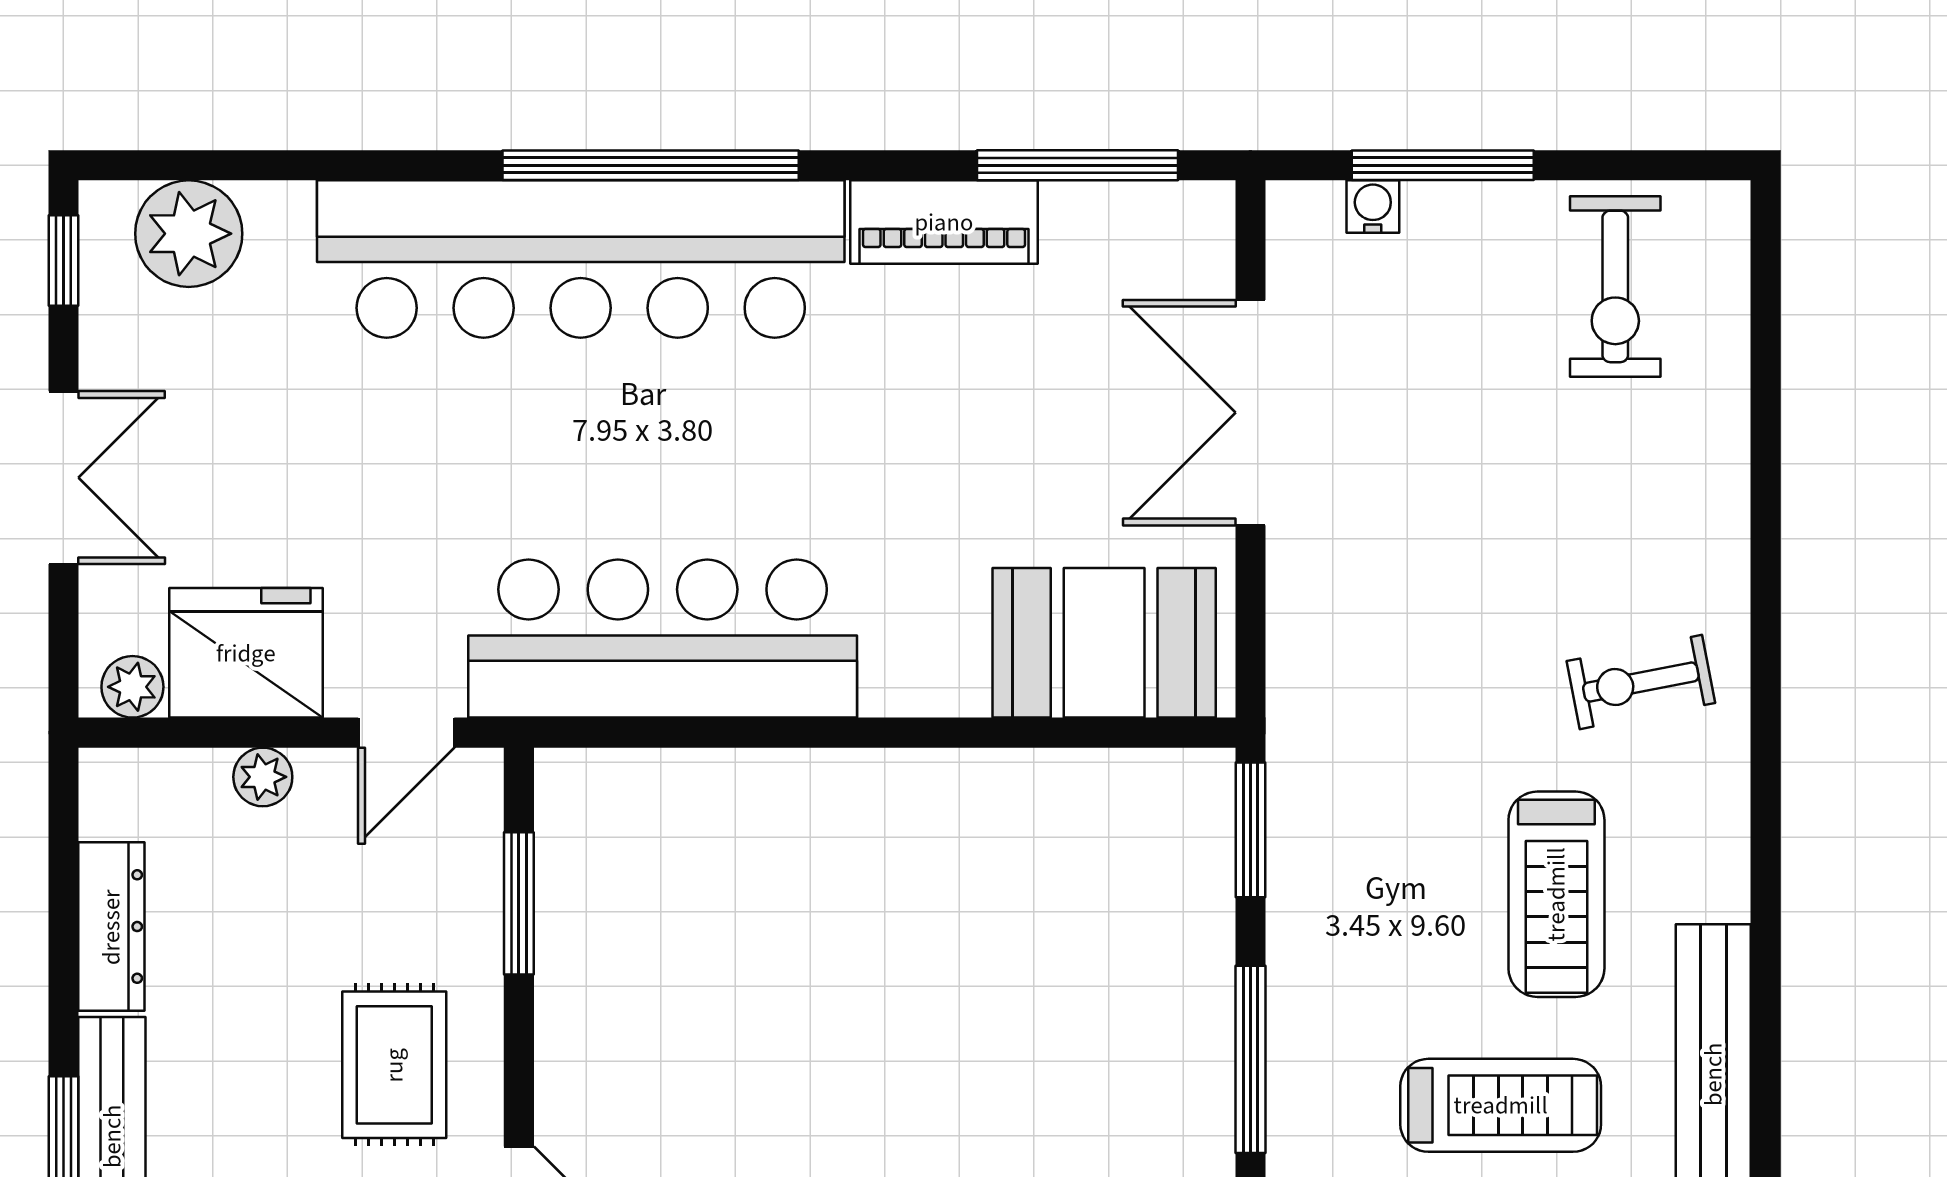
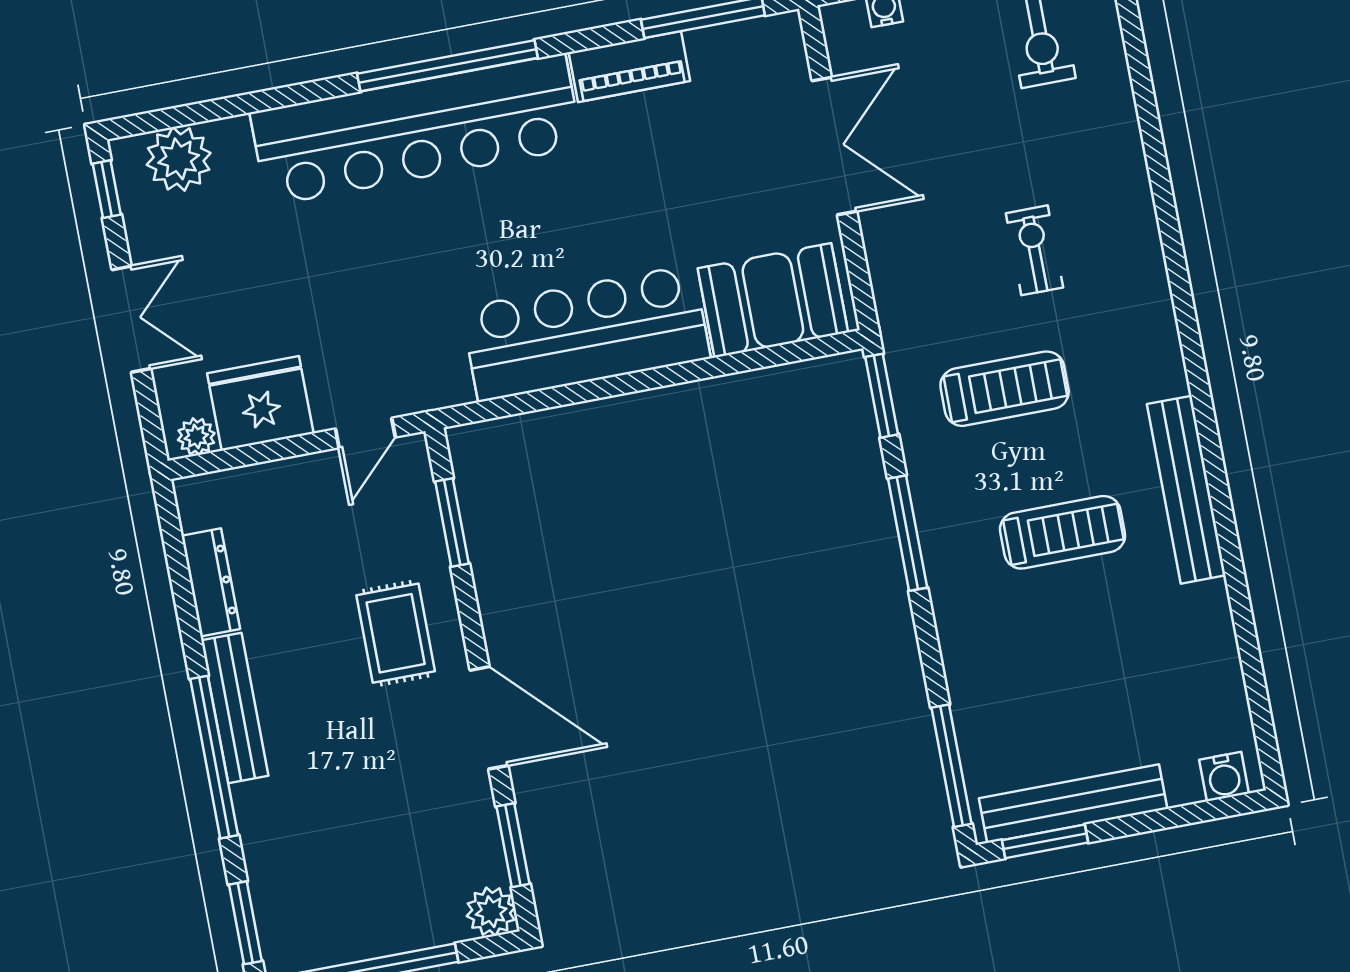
double door: (1250, 413) -> (834, 146), swing flipped
bar counter: (663, 639) -> (586, 333), moved
exercise bike: (1641, 682) -> (1034, 250), moved, turned 101
plant: (263, 777) -> (284, 476), removed
treadmill: (1556, 894) -> (1005, 389), moved, turned -90

